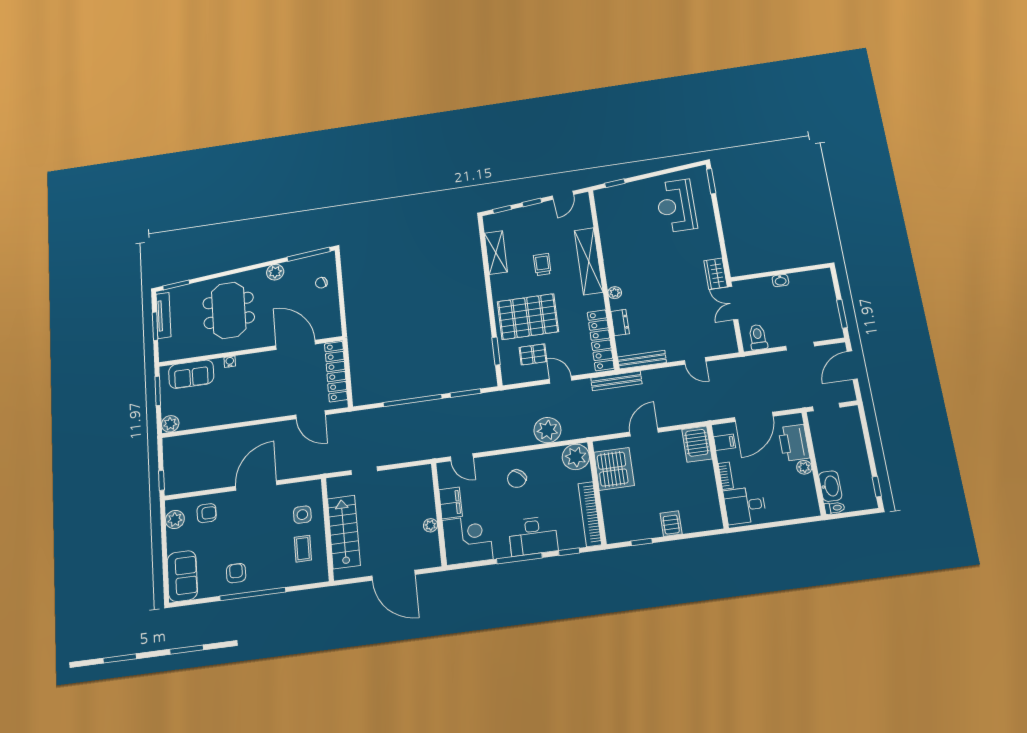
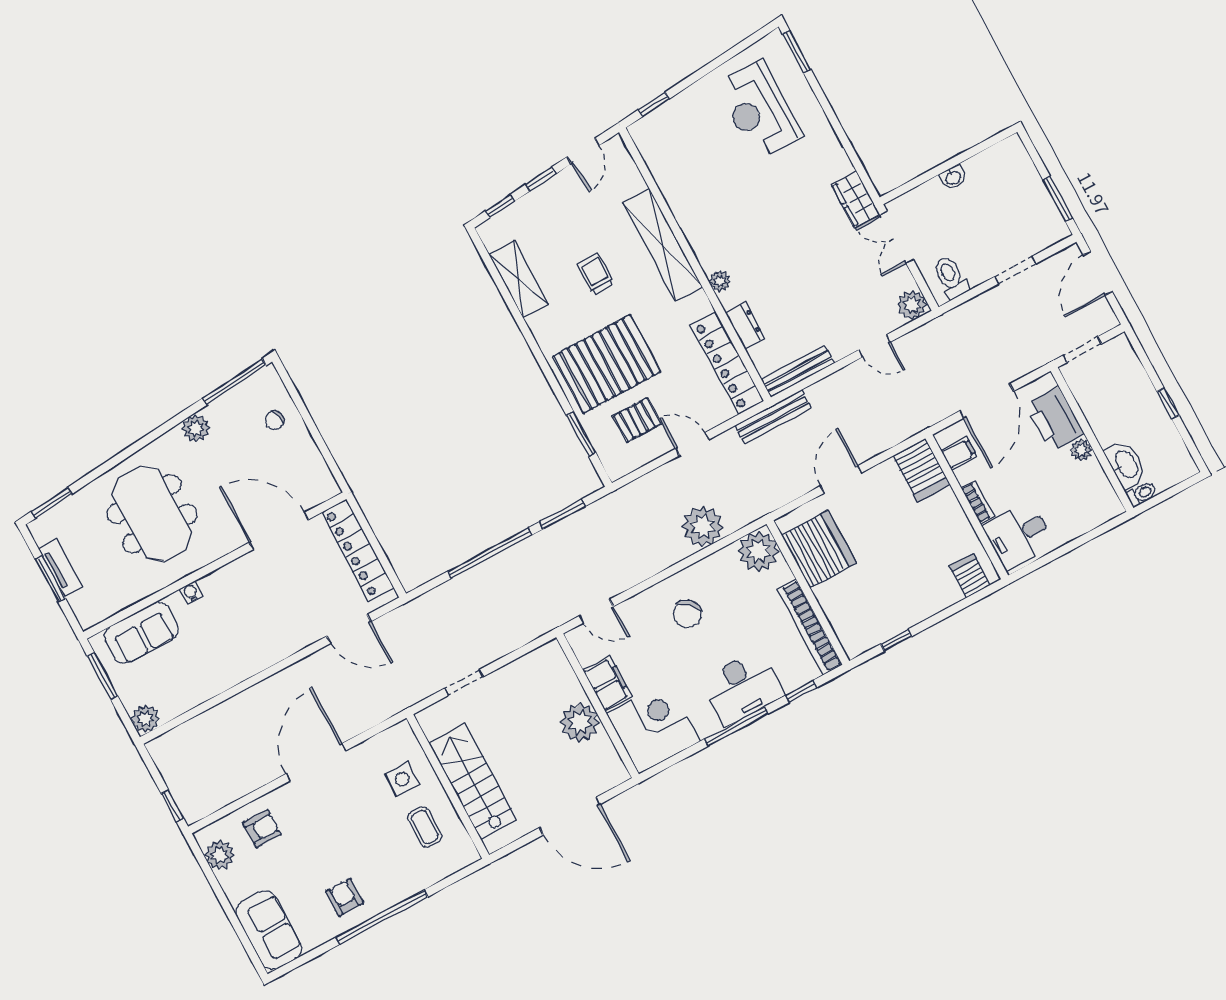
tv unit: (163, 315) -> (60, 568), width x0.71
plant: (728, 345) -> (912, 305), added
window: (877, 487) -> (1168, 404), moved
server rack: (671, 524) -> (970, 576), moved
plant: (430, 525) -> (580, 722), width x1.88, depth x1.88

